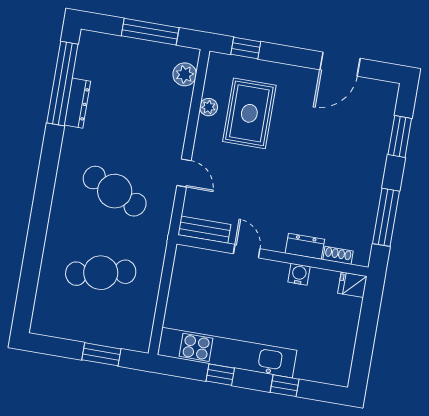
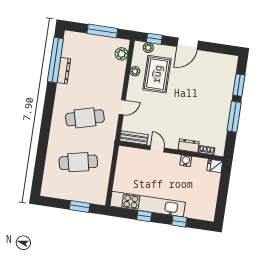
plant: (234, 64) -> (148, 48), added
door: (340, 64) -> (188, 44), moved
door: (184, 173) -> (122, 107), hinge flipped
cafe table: (115, 191) -> (85, 118), turned -39
window: (386, 217) -> (234, 117), moved

